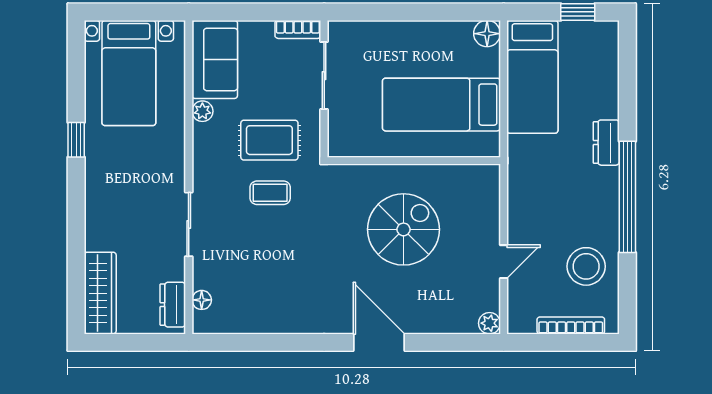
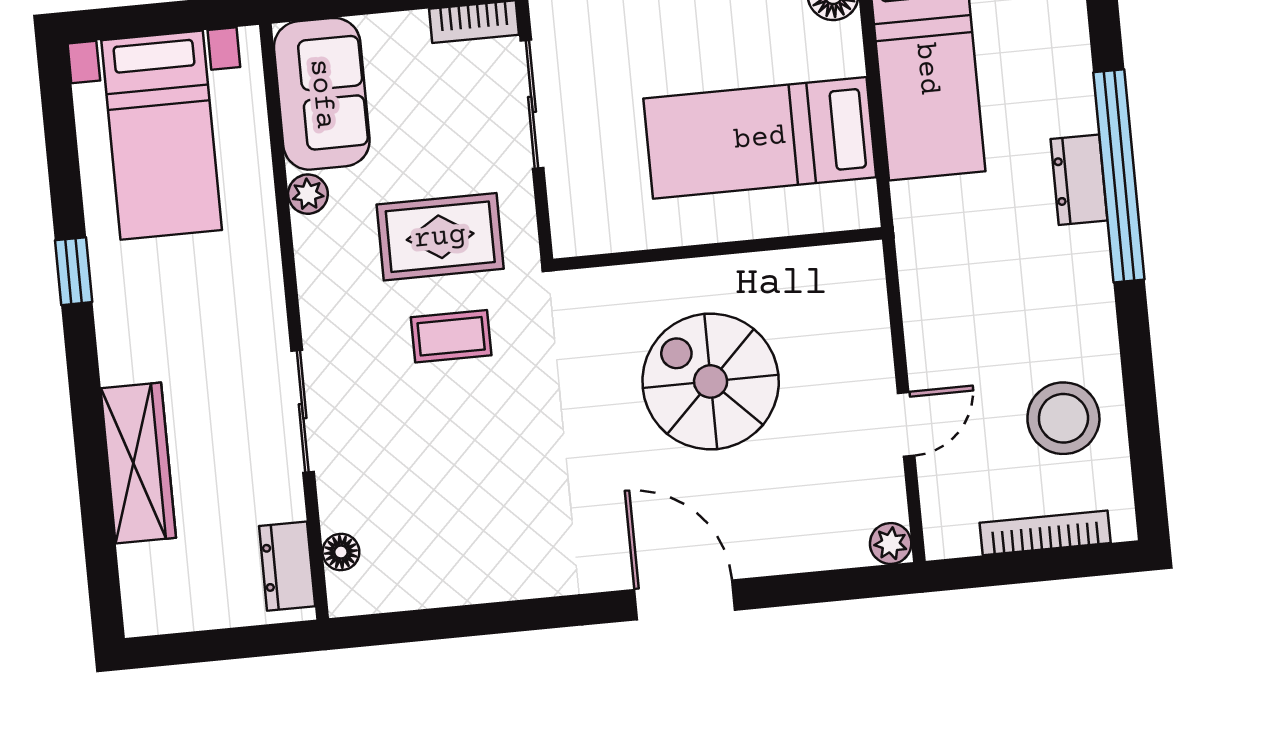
window: (627, 197) -> (1119, 176), moved
spiral stairs: (403, 229) -> (711, 381), turned -90
wardrobe: (100, 293) -> (138, 463), moved

